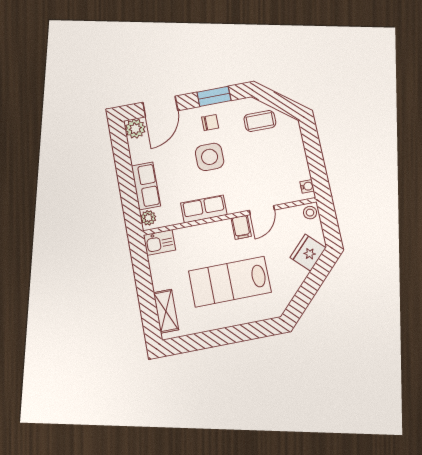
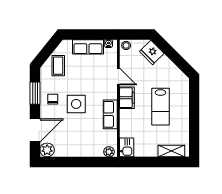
door: (160, 106) -> (35, 130), hinge flipped
row of seats: (146, 186) -> (88, 47), moved, turned 180
filing cabinet: (241, 227) -> (127, 98), width x2.00
lab bench: (230, 282) -> (161, 107), width x0.73, depth x0.72

